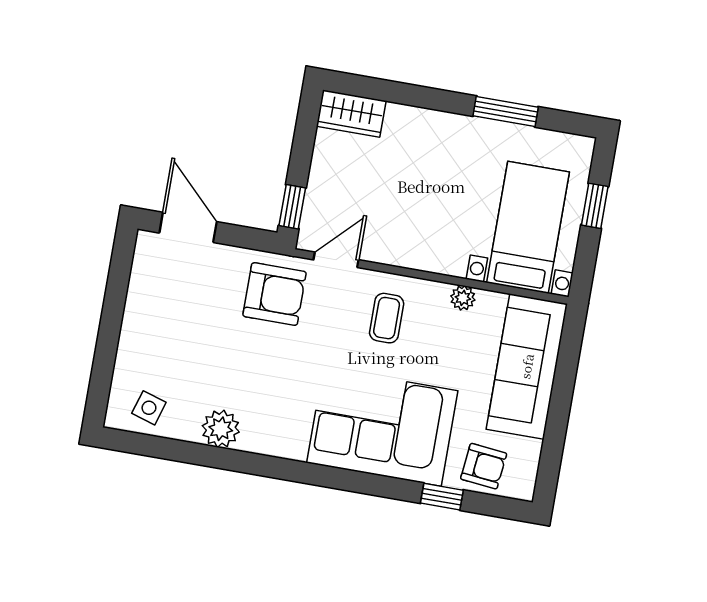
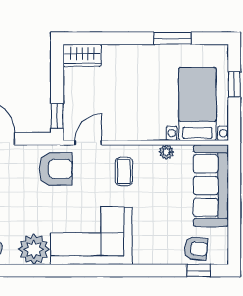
corner sofa: (382, 427) -> (91, 236), moved
plant: (221, 429) -> (34, 249), width x1.36, depth x1.36
window: (442, 497) -> (199, 270), moved

